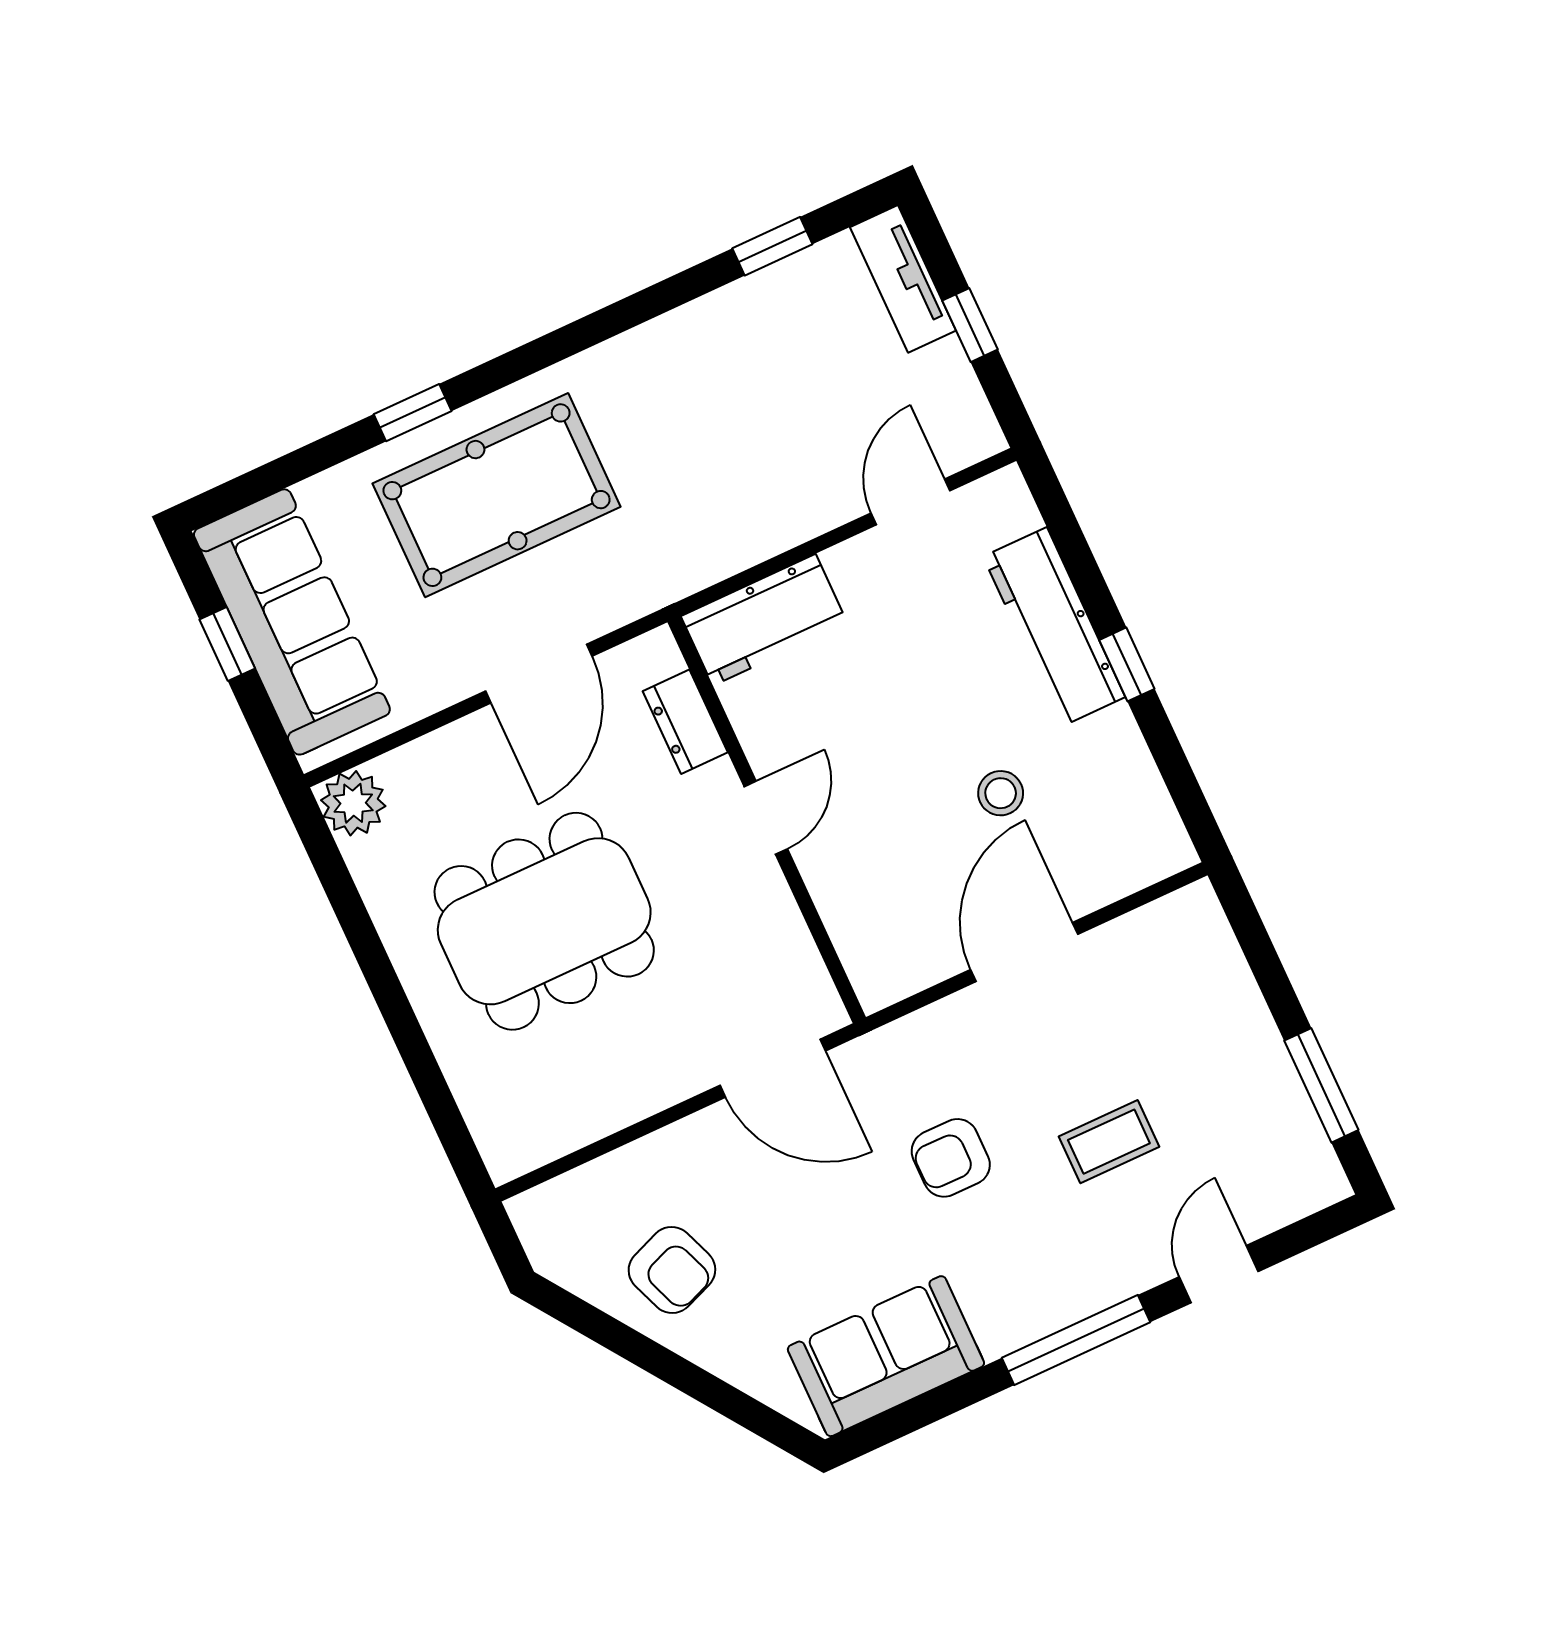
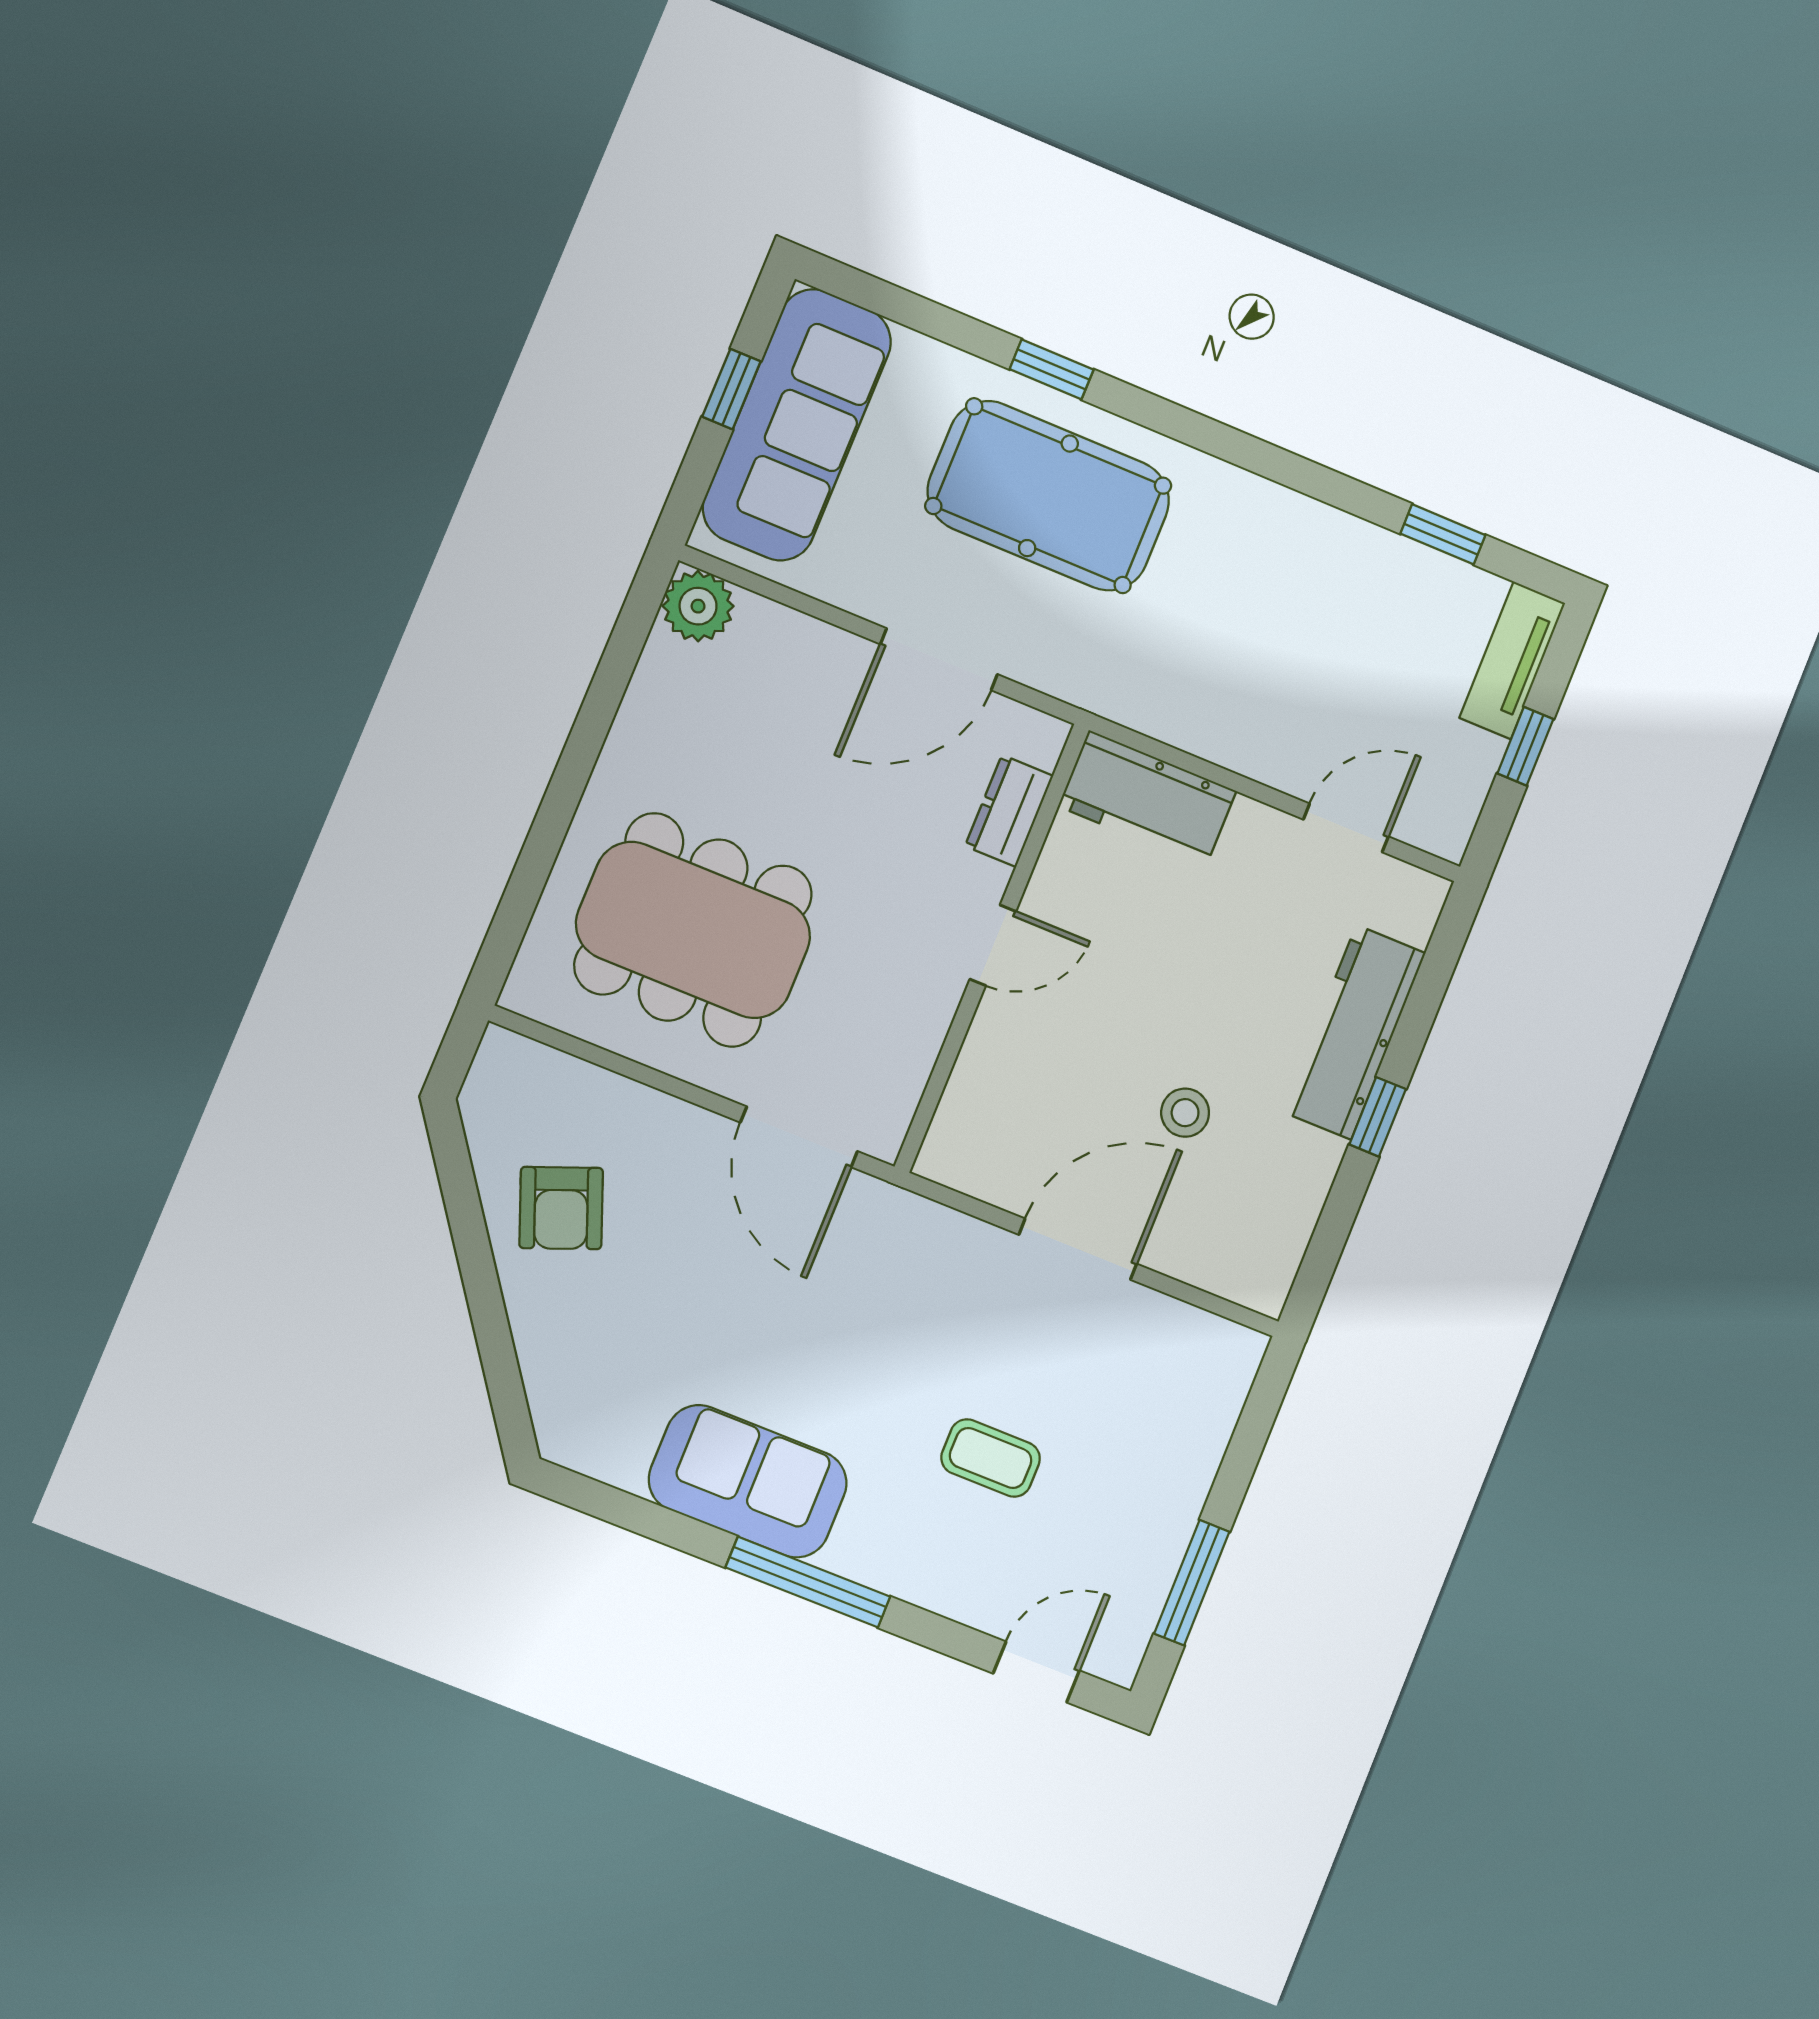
dining table: (544, 921) -> (693, 930), moved
armchair: (951, 1158) -> (860, 1345), removed
door: (1219, 1274) -> (1036, 1672), moved
sofa: (886, 1356) -> (748, 1481), moved

